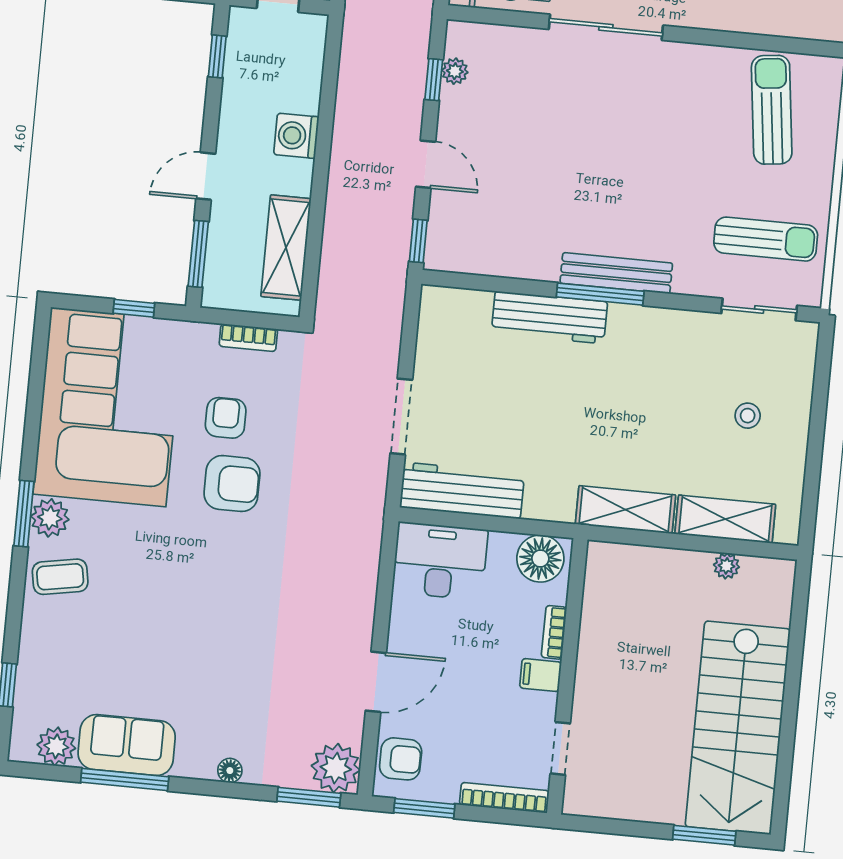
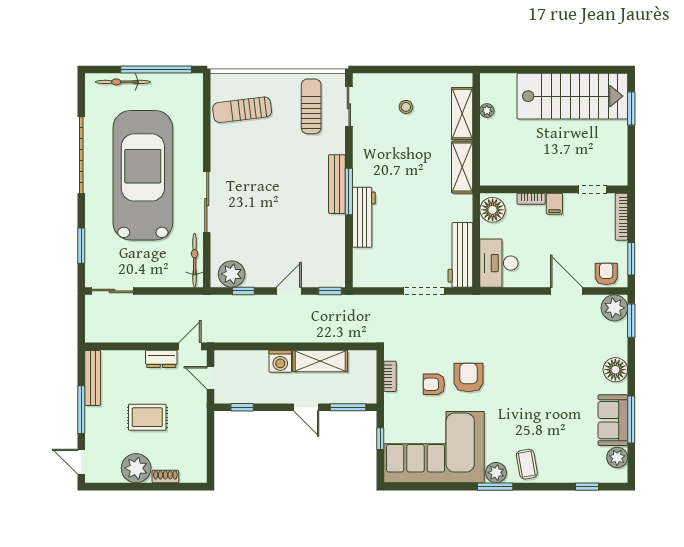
plant: (455, 71) -> (232, 274), width x1.88, depth x1.88
shelving: (286, 248) -> (320, 361), moved
floor lamp: (230, 771) -> (615, 370), width x1.89, depth x1.89

